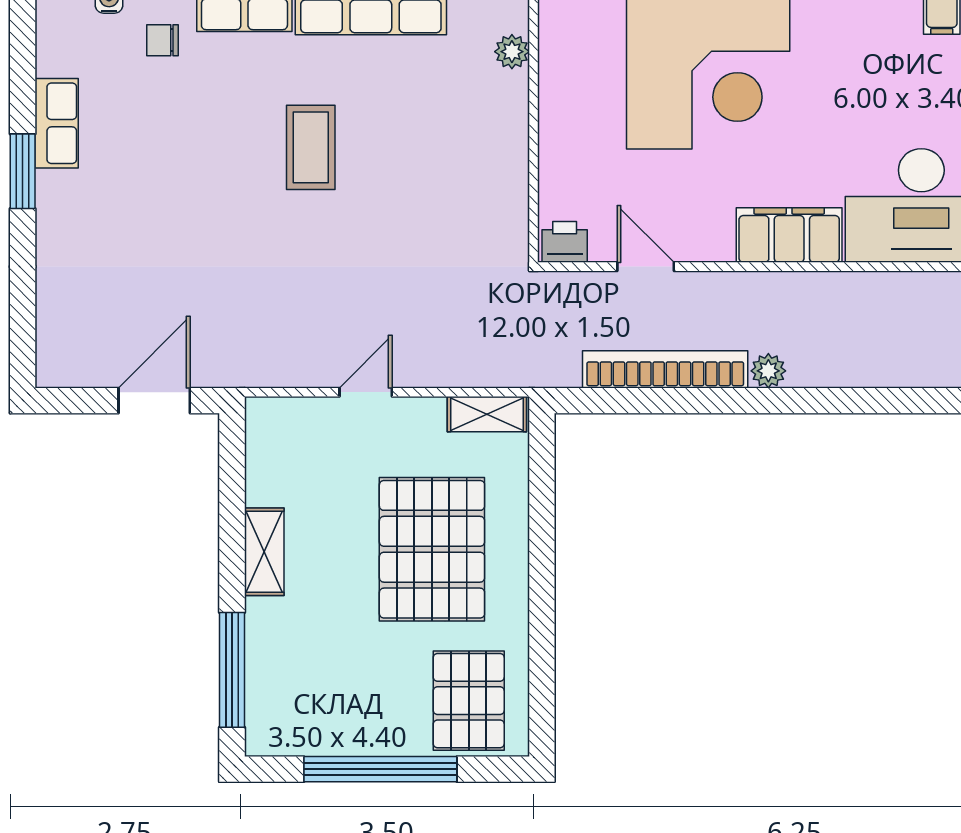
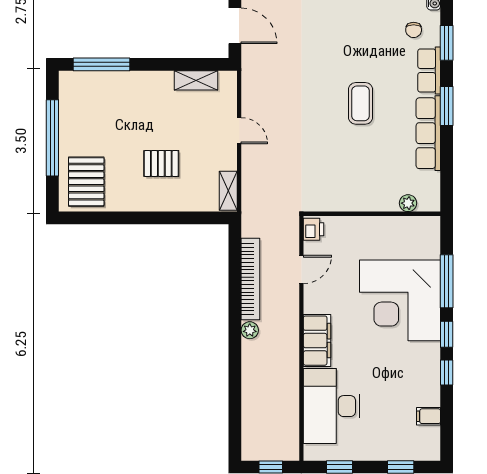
chair: (163, 40) -> (414, 30), turned 180
coffee table: (311, 147) -> (361, 103), turned 90
pallet: (432, 549) -> (161, 163), width x0.49, depth x0.50
shelving: (264, 552) -> (196, 80), moved
pallet: (469, 701) -> (86, 182), turned 90

